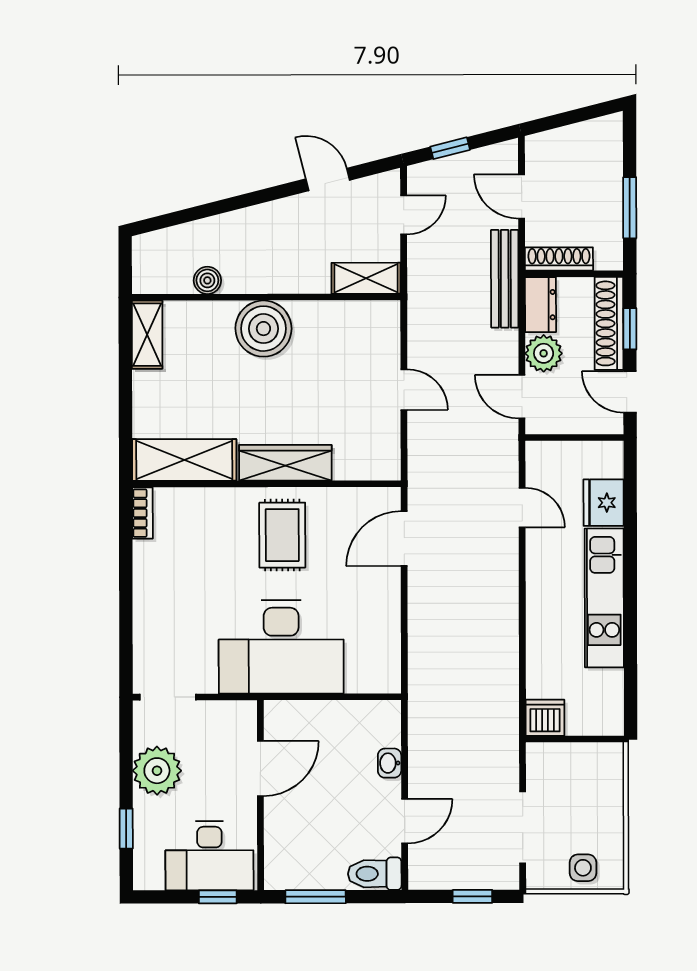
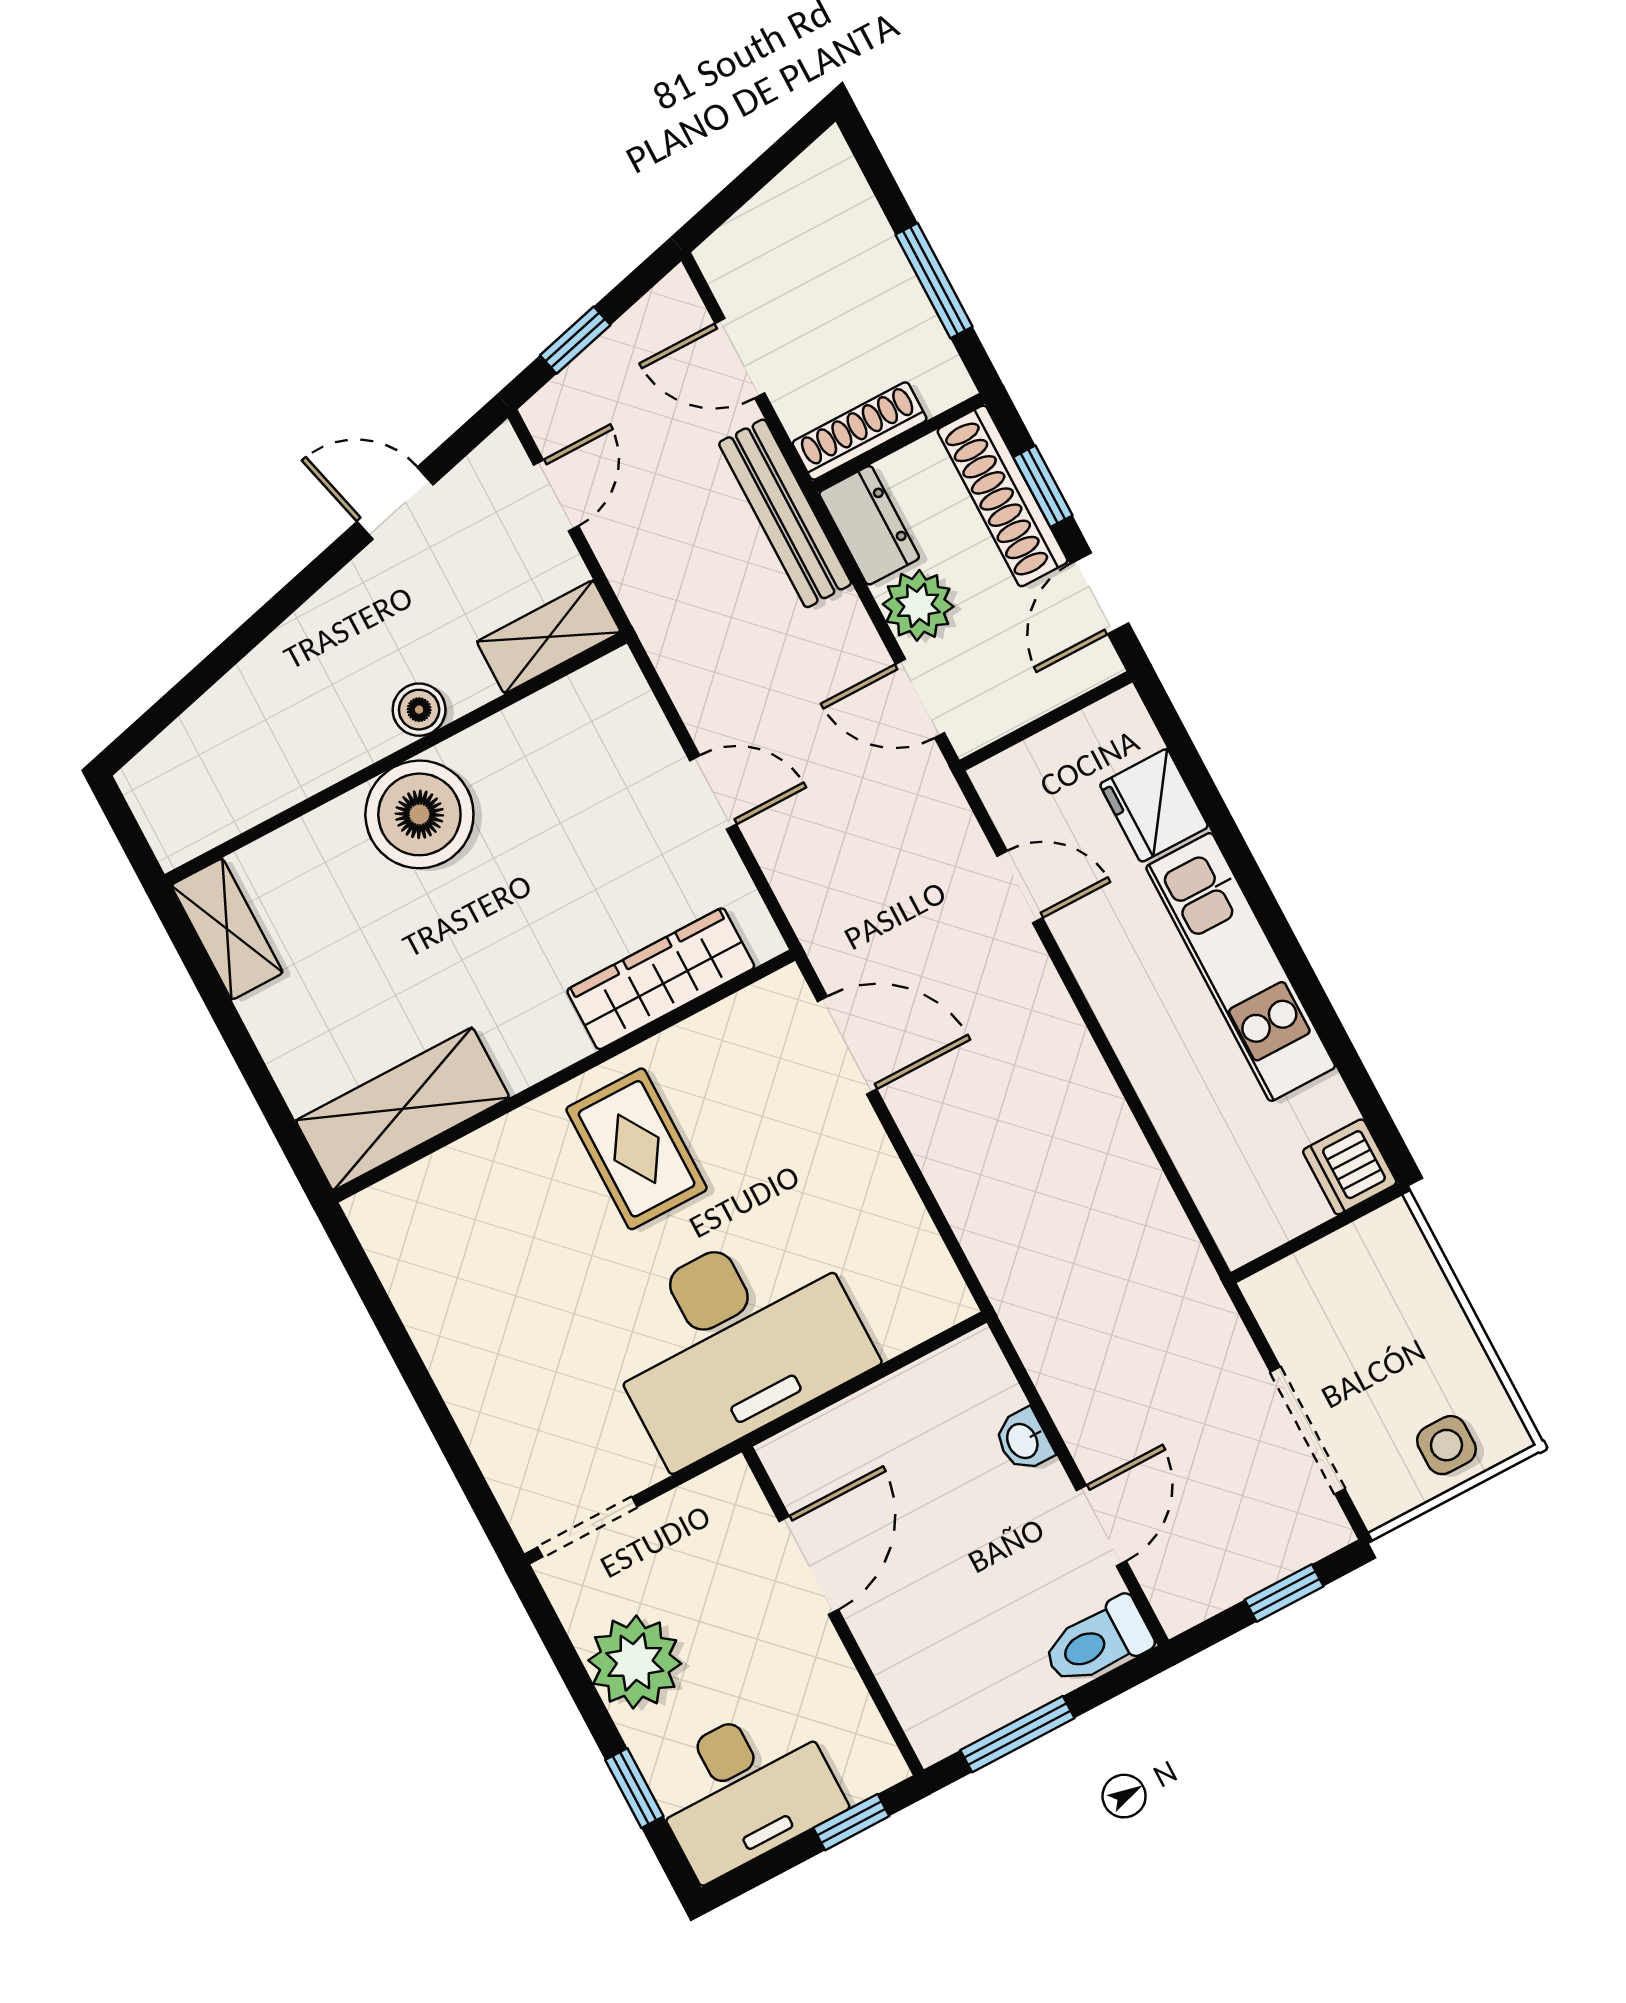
boiler: (207, 280) -> (419, 710), moved
door: (630, 392) -> (1100, 593), hinge flipped
wardrobe: (285, 463) -> (661, 979), moved
bookcase: (142, 513) -> (379, 1237), removed
door: (404, 538) -> (847, 1045), swing flipped
dishwasher: (545, 718) -> (1350, 1167), moved, turned -90
desk: (209, 856) -> (745, 1789), moved

